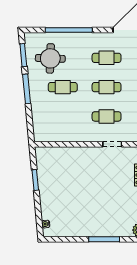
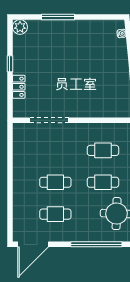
cafe table: (107, 116) -> (103, 150), moved
doorway: (112, 144) -> (49, 120), width x1.88

